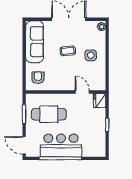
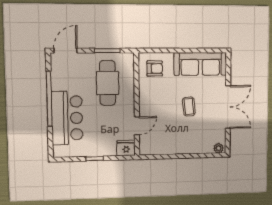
side table: (91, 55) -> (183, 136), removed
bar counter: (61, 145) -> (67, 118), moved

